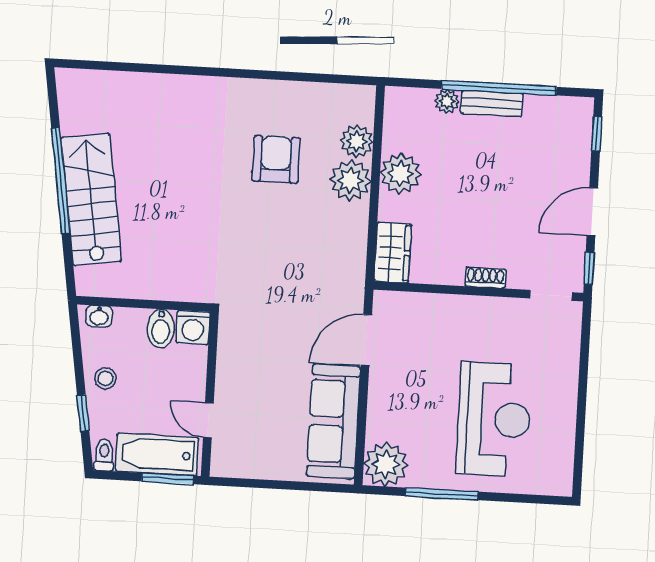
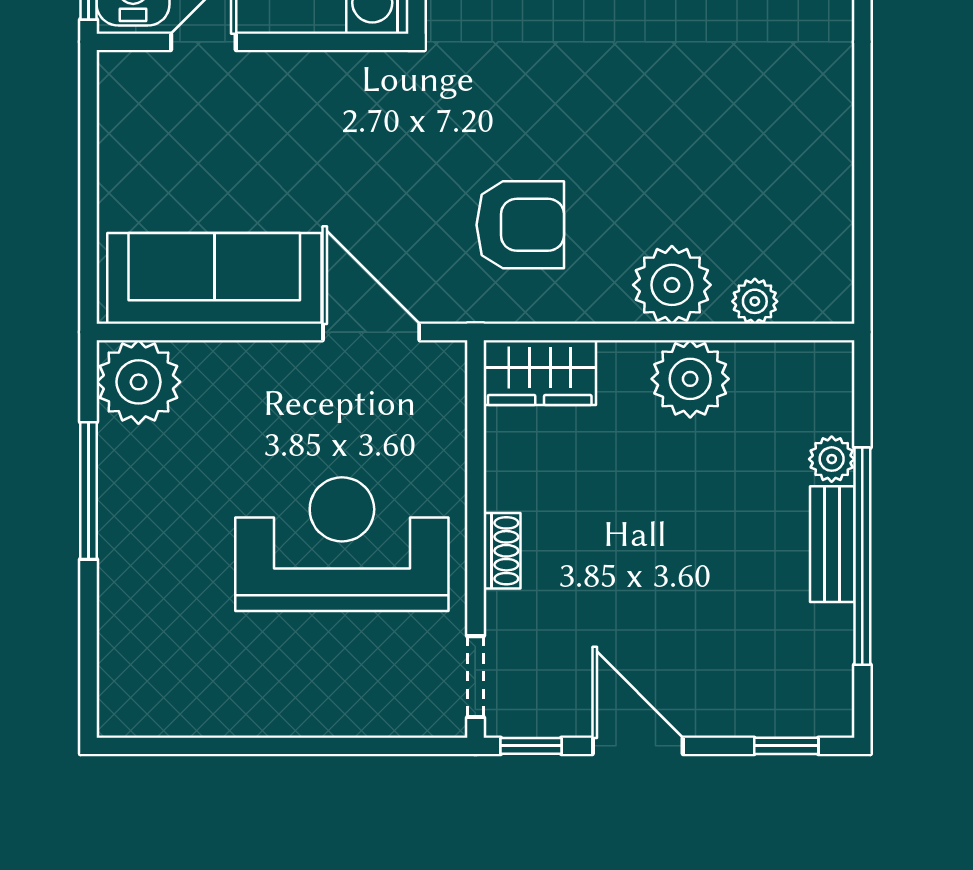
plant: (357, 141) -> (755, 301), width x0.73, depth x0.73
armchair: (276, 159) -> (520, 225), moved
reception desk: (494, 419) -> (342, 544), moved, turned 180

